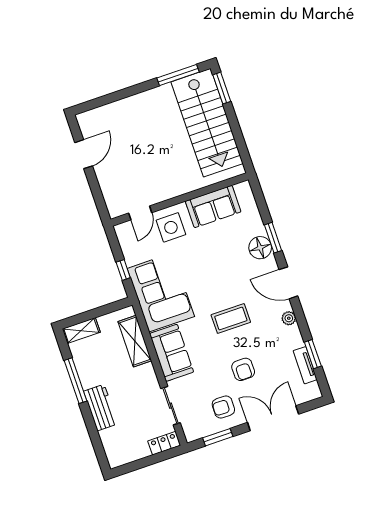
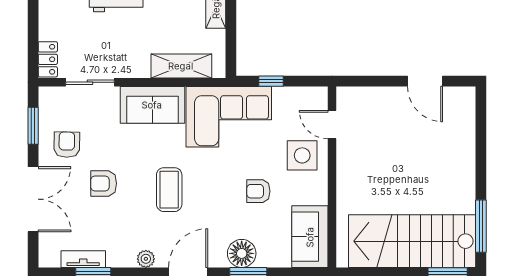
sofa: (213, 207) -> (310, 237), moved
armchair: (209, 251) -> (258, 191), added

